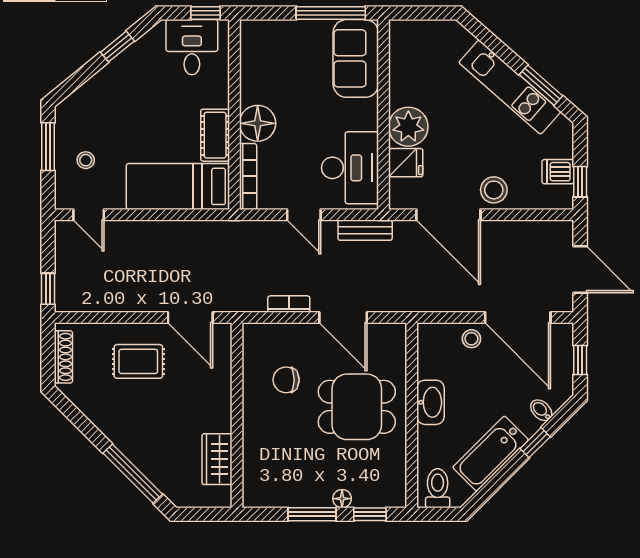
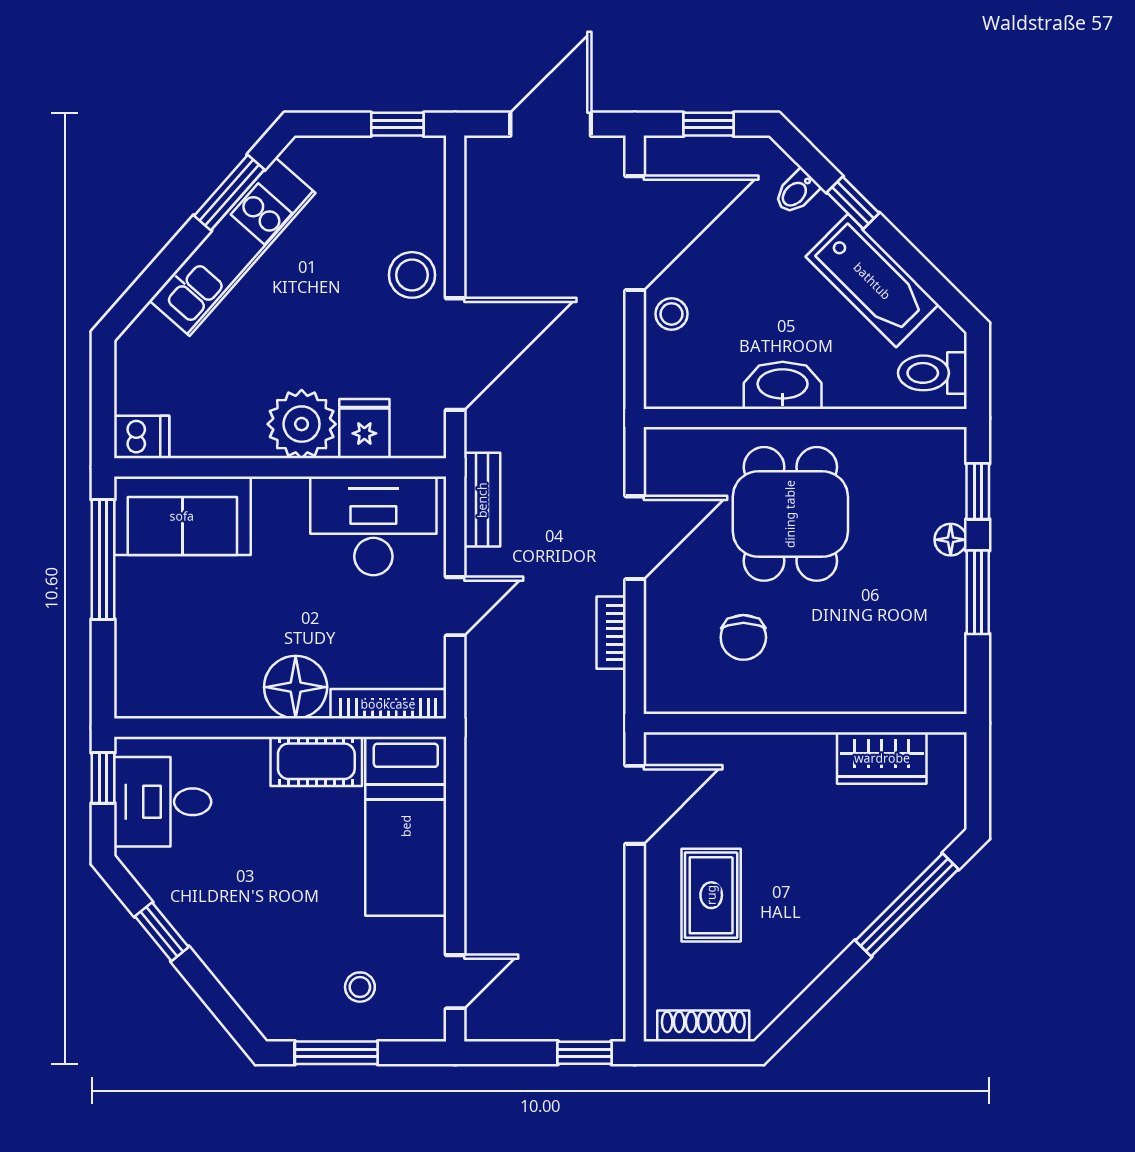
dishwasher: (558, 172) -> (142, 437), moved, turned -90

